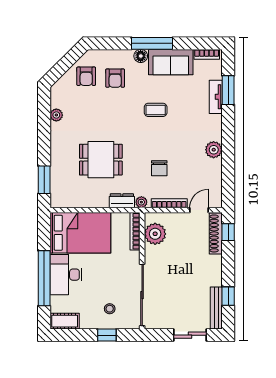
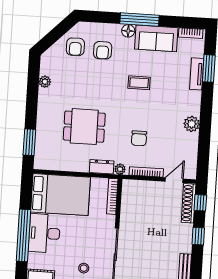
plant: (155, 234) -> (131, 200), removed
window: (228, 296) -> (198, 236), moved

